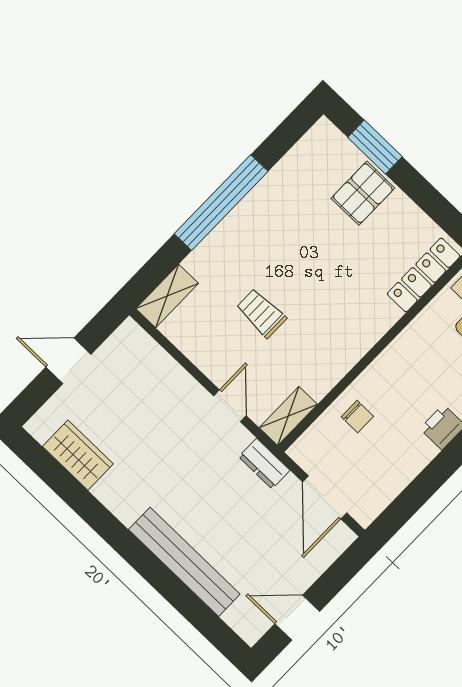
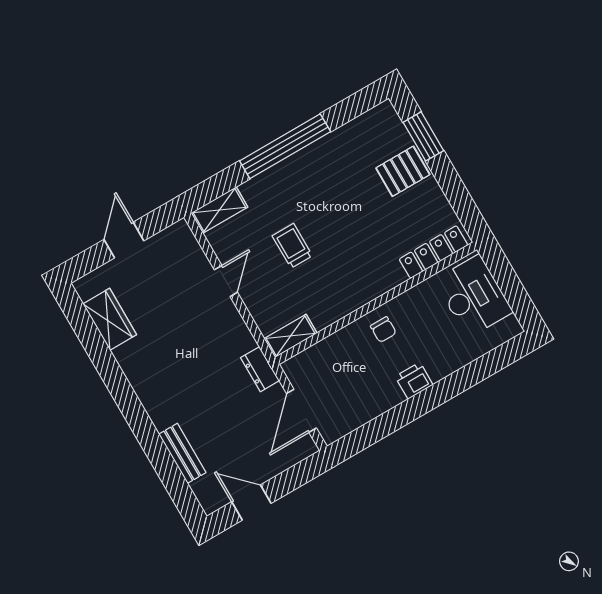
door: (68, 361) -> (124, 240), hinge flipped
door: (230, 406) -> (226, 281), moved
chair: (357, 417) -> (383, 330), moved
bench: (184, 562) -> (182, 453), width x0.54, depth x0.82

